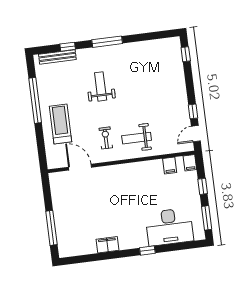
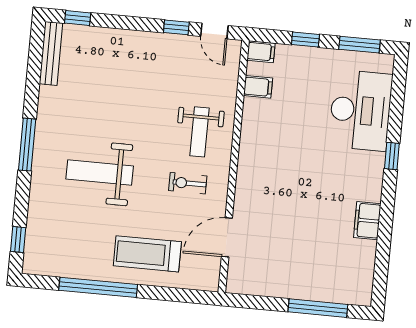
window: (68, 47) -> (18, 239), moved
bench: (57, 57) -> (51, 53), moved
weight bench: (101, 86) -> (100, 173), width x1.36, depth x1.33

